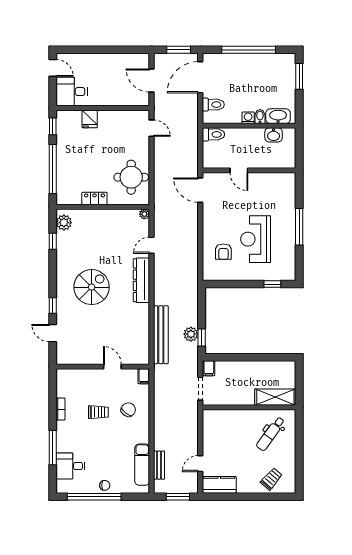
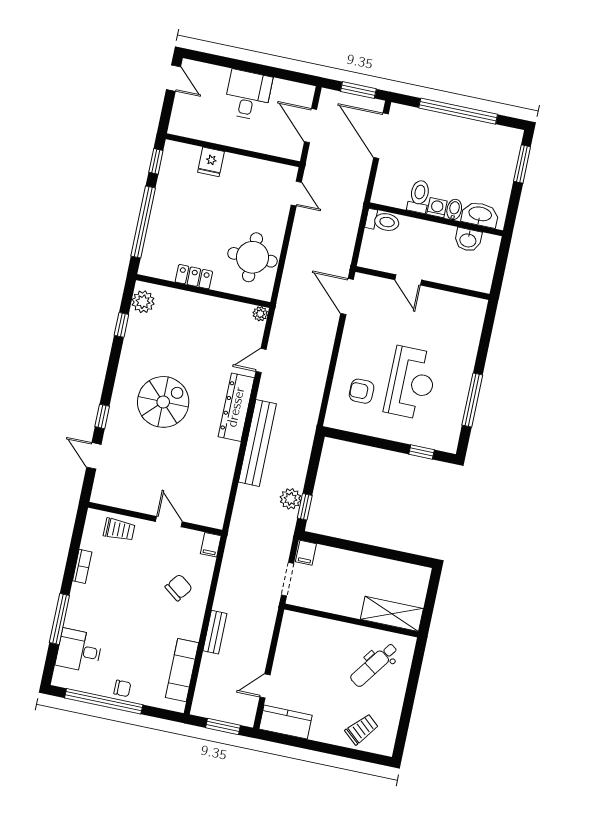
door: (200, 77) -> (381, 136), hinge flipped
desk: (72, 92) -> (248, 95), moved, turned 90
toilet: (213, 105) -> (419, 196), moved, turned -90
window: (299, 227) -> (472, 400), moved
reception desk: (256, 239) -> (411, 383), turned 180
armchair: (223, 252) -> (362, 391), turned 90
bench: (161, 335) -> (257, 443), moved
trolley: (98, 412) -> (119, 530), moved
bench: (159, 465) -> (215, 632), moved

